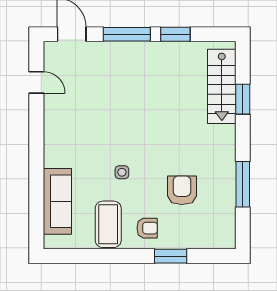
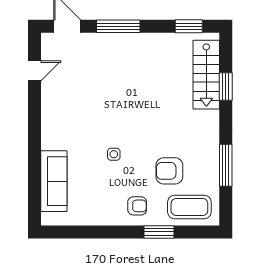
window: (175, 34) -> (189, 26), moved
door: (36, 82) -> (34, 71), hinge flipped
armchair: (182, 190) -> (169, 171), turned -90
coffee table: (108, 224) -> (189, 207), moved, turned 90

